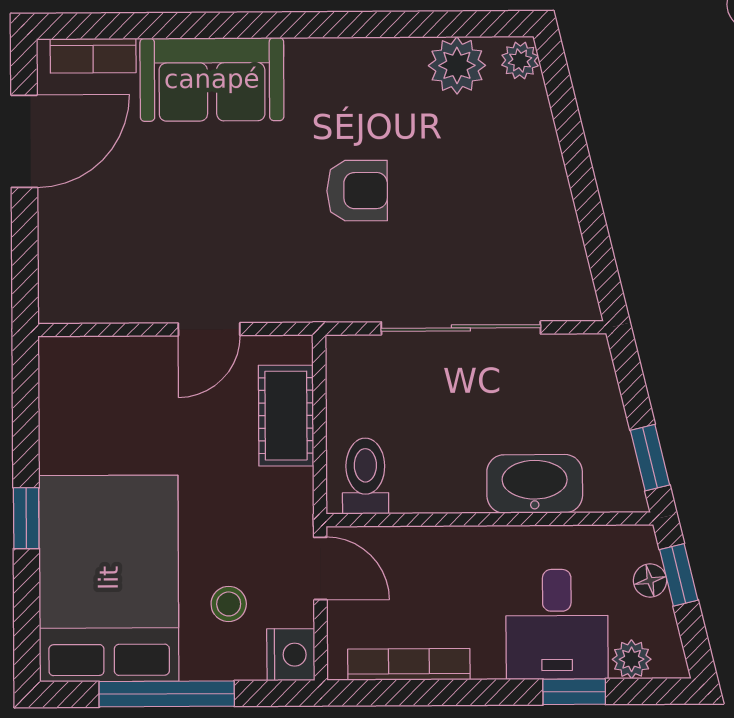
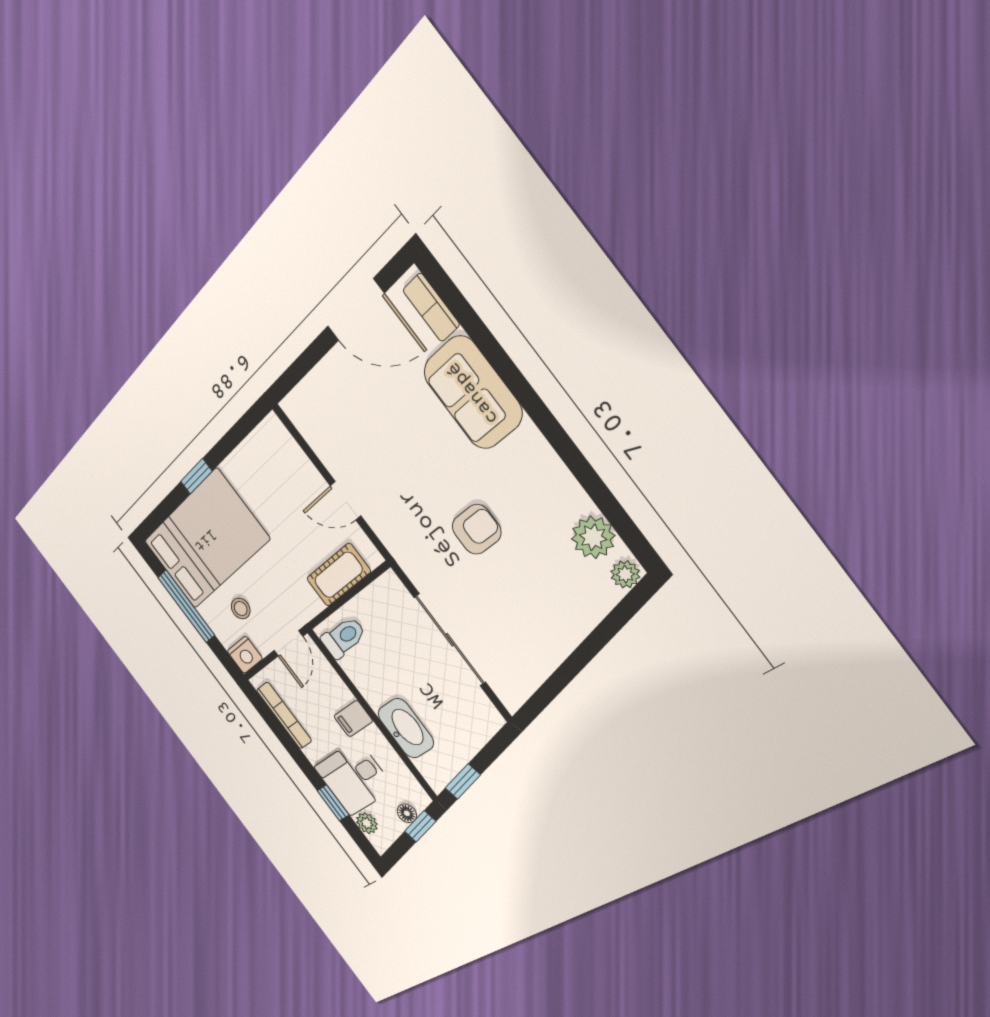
armchair: (357, 191) -> (477, 529), turned -90
filing cabinet: (477, 554) -> (353, 719), added

